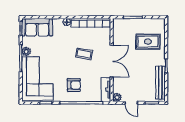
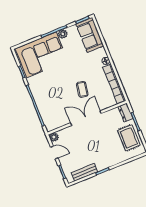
dresser: (121, 23) -> (126, 112), added
rug: (148, 42) -> (129, 138), moved
double door: (112, 61) -> (86, 118), swing flipped
bench: (160, 83) -> (84, 172), width x0.73
armchair: (74, 85) -> (49, 92), removed
tv unit: (106, 90) -> (57, 124), removed
door: (131, 103) -> (54, 153), swing flipped

